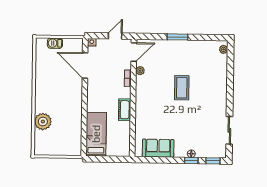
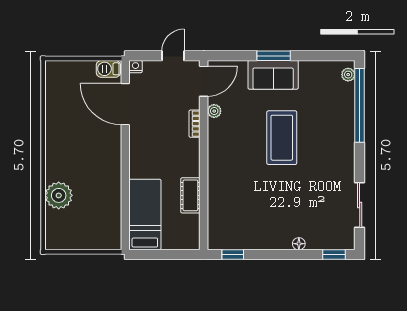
barbecue: (55, 43) -> (108, 69), moved
window: (230, 69) -> (360, 105), added
coffee table: (182, 88) -> (282, 138), width x1.36, depth x1.32
cot: (125, 110) -> (190, 195), moved
sofa: (158, 148) -> (273, 75), moved, turned 180
window: (191, 160) -> (233, 255), moved

